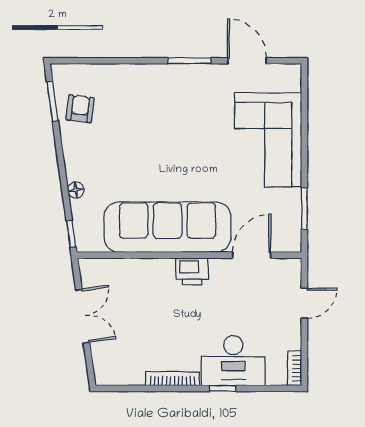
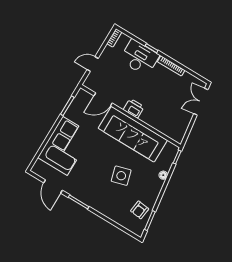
side table: (145, 147) -> (121, 176), added
double door: (83, 316) -> (201, 102), moved

